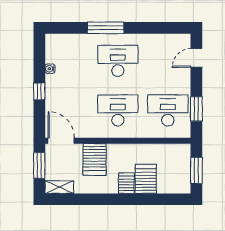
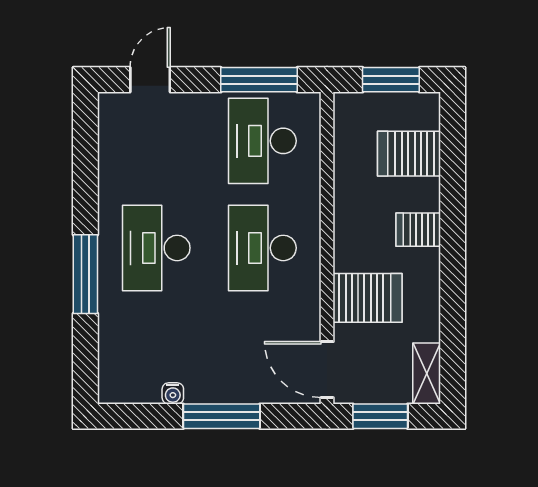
door: (196, 58) -> (150, 80), swing flipped
window: (39, 91) -> (222, 416), width x2.17
window: (196, 109) -> (259, 80), width x1.44
door: (61, 141) -> (327, 370), hinge flipped
server rack: (146, 179) -> (409, 154), moved

